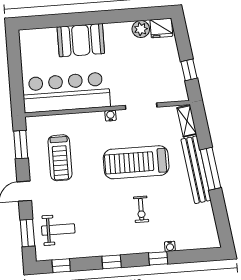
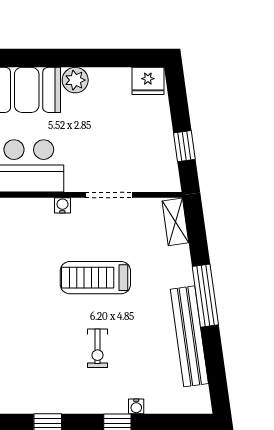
plant: (141, 29) -> (75, 80), moved
treadmill: (136, 162) -> (95, 278), width x0.73, depth x0.73
bench: (196, 170) -> (189, 336), moved

